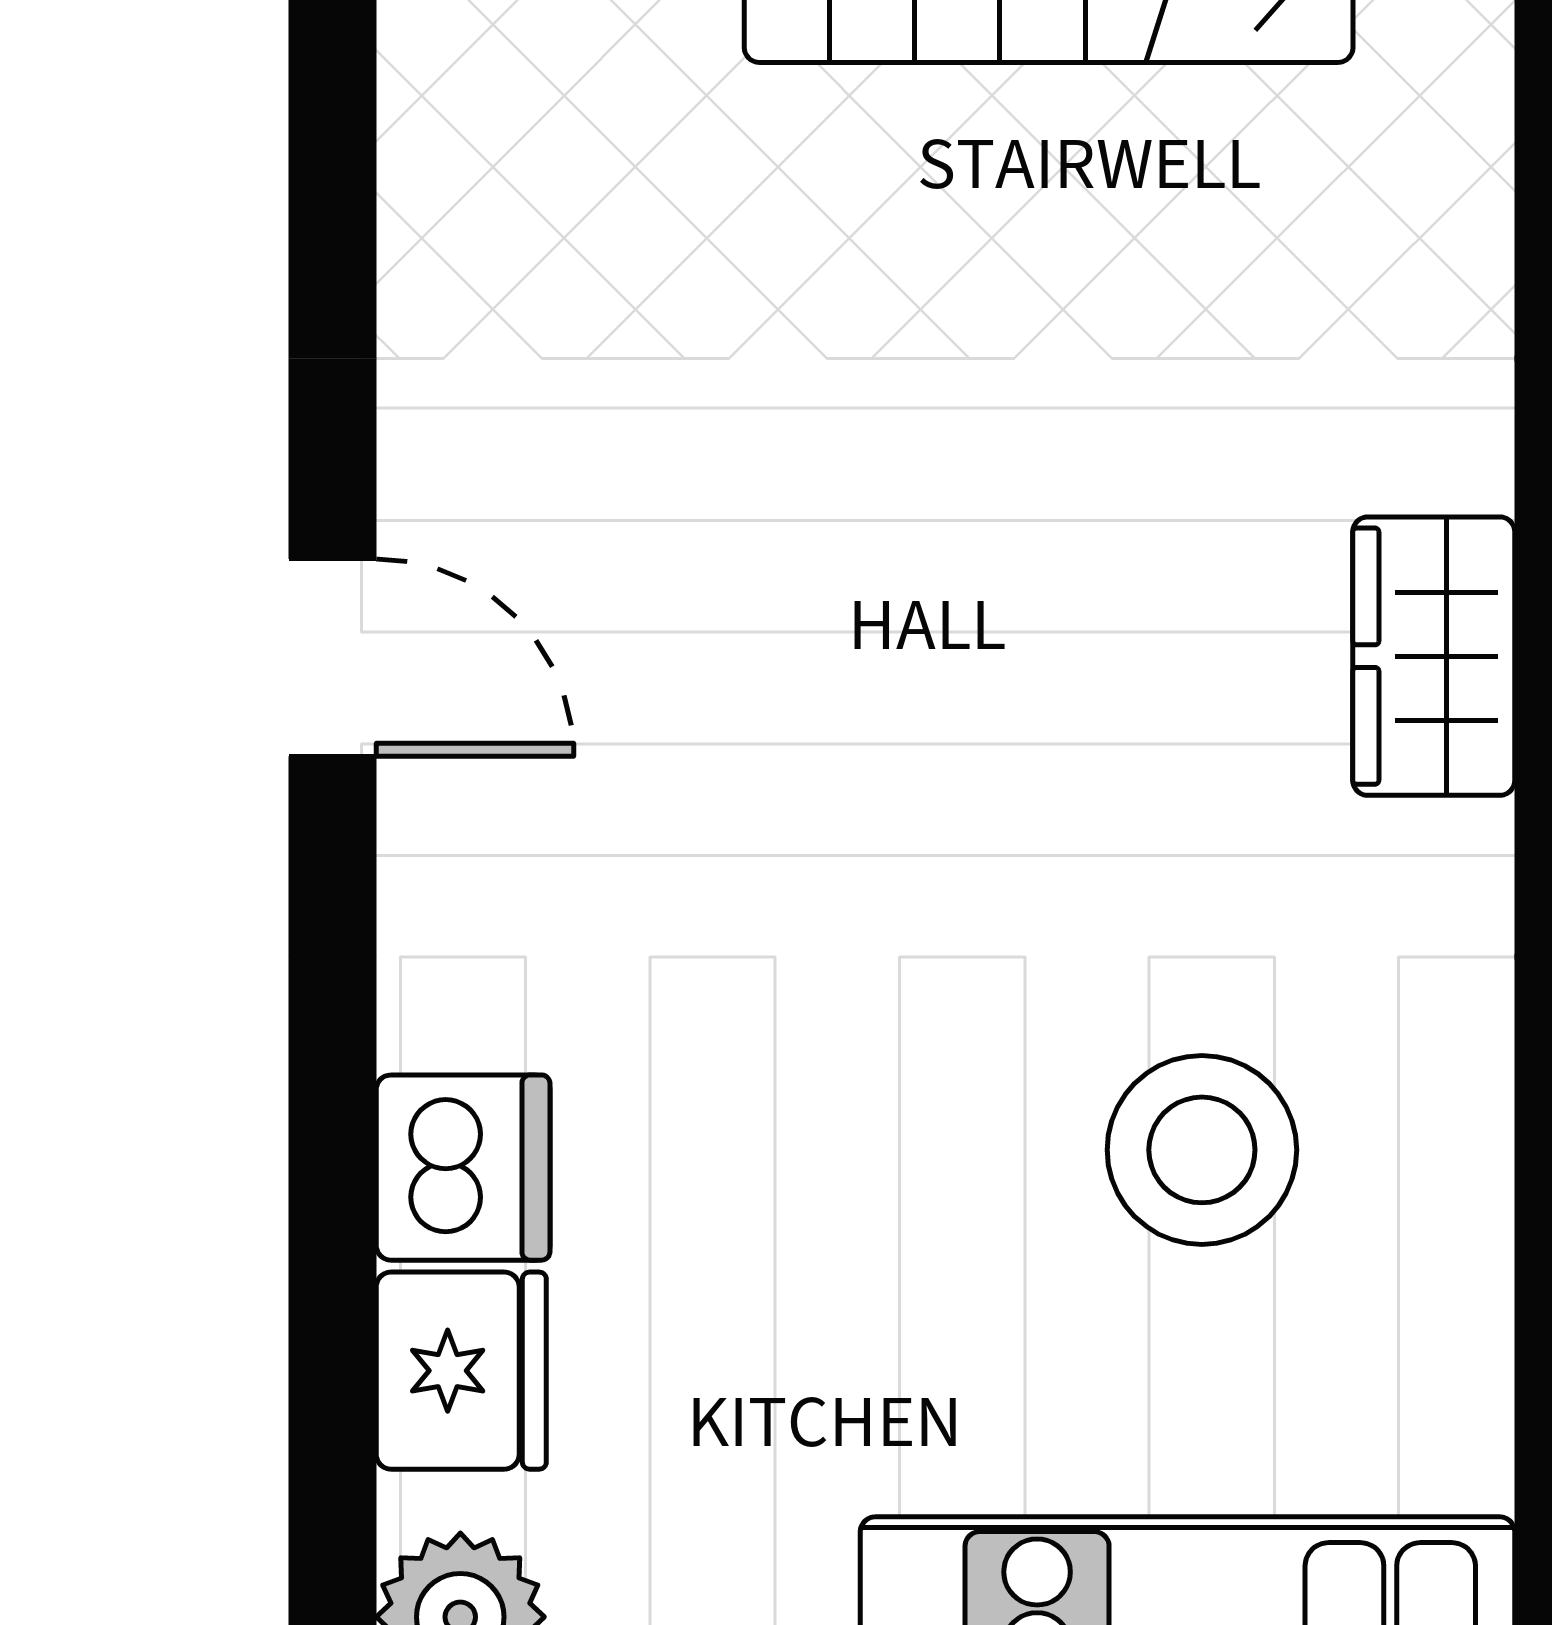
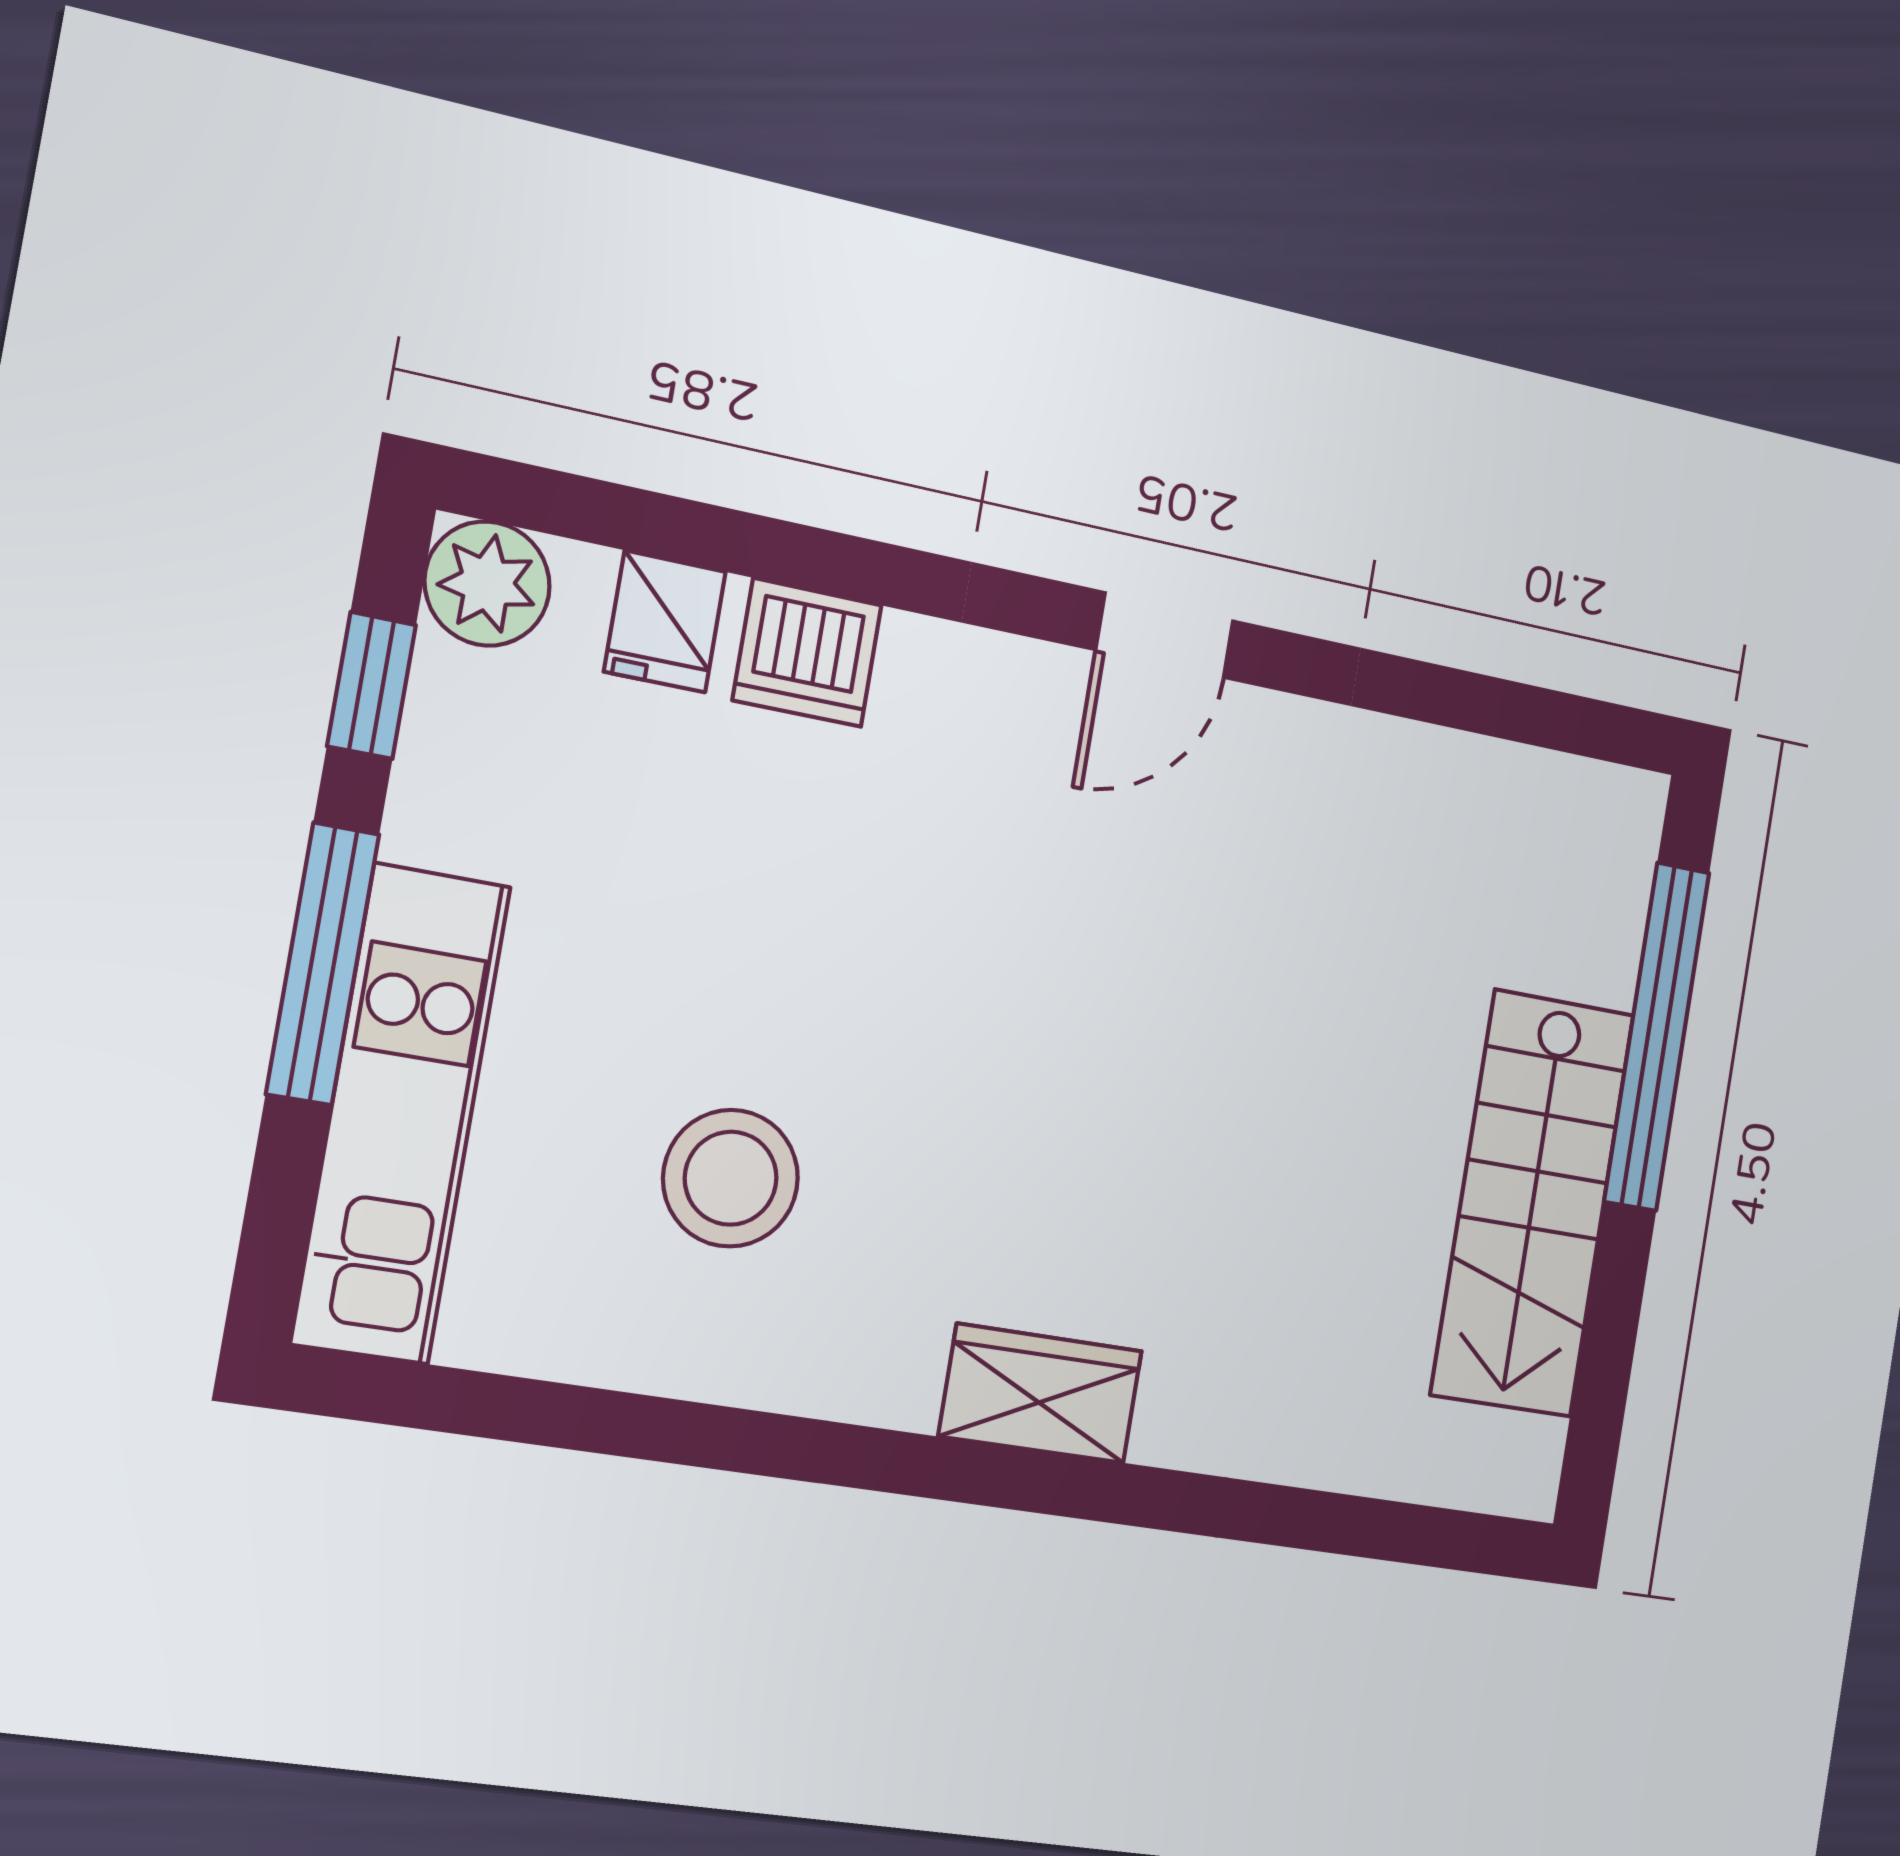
fridge: (461, 1371) -> (665, 621), width x0.72

